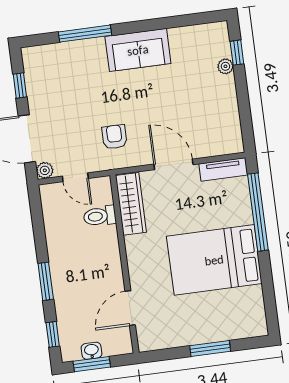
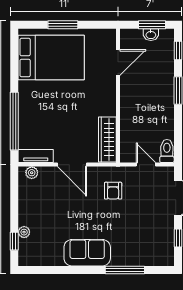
plant: (45, 170) -> (32, 173), moved
toilet: (100, 216) -> (167, 151), moved, turned -90
bed: (214, 260) -> (51, 58), moved

